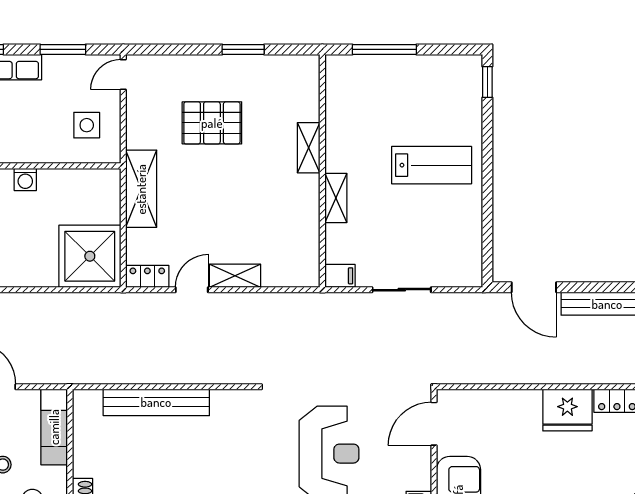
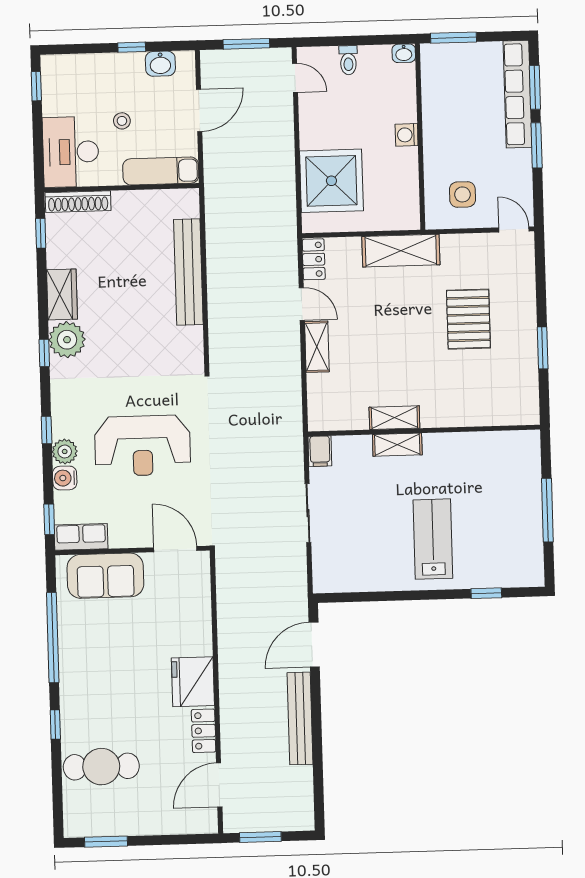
window: (63, 49) -> (537, 145), moved
window: (384, 49) -> (547, 510), moved
window: (487, 82) -> (486, 593), moved
shelving: (309, 148) -> (394, 418), moved
lab bench: (432, 165) -> (433, 539), turned 180
shower: (90, 256) -> (331, 181), moved

